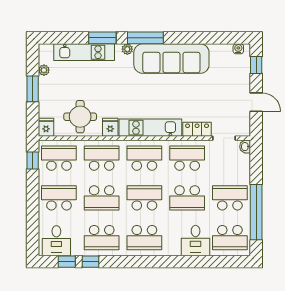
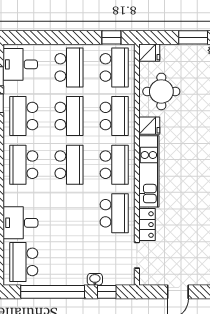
washbasin: (245, 147) -> (95, 279), moved
window: (256, 165) -> (107, 292), added
school desk: (102, 198) -> (69, 116), turned 180
school desk: (187, 198) -> (69, 213), removed
school desk: (230, 198) -> (69, 262), removed

